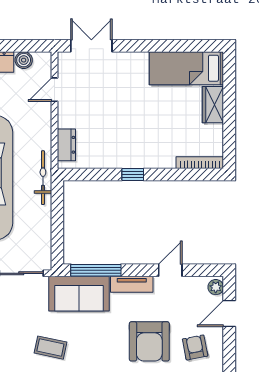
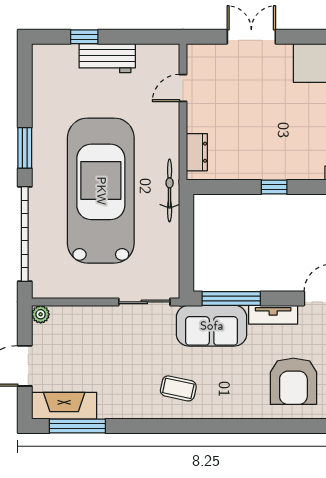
double door: (91, 46) -> (251, 37), moved
boiler: (24, 60) -> (147, 54), removed

